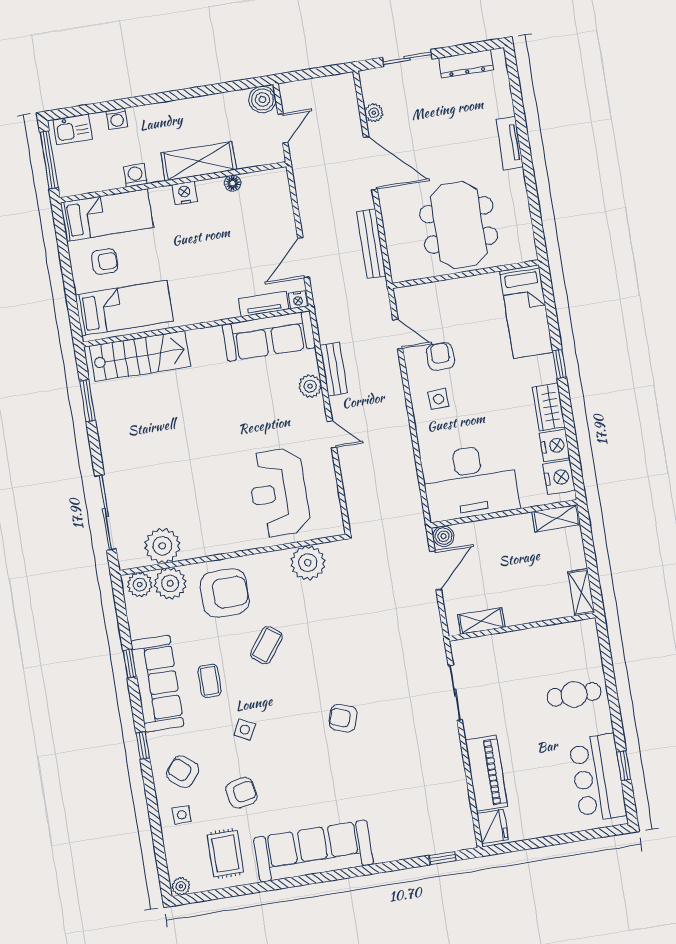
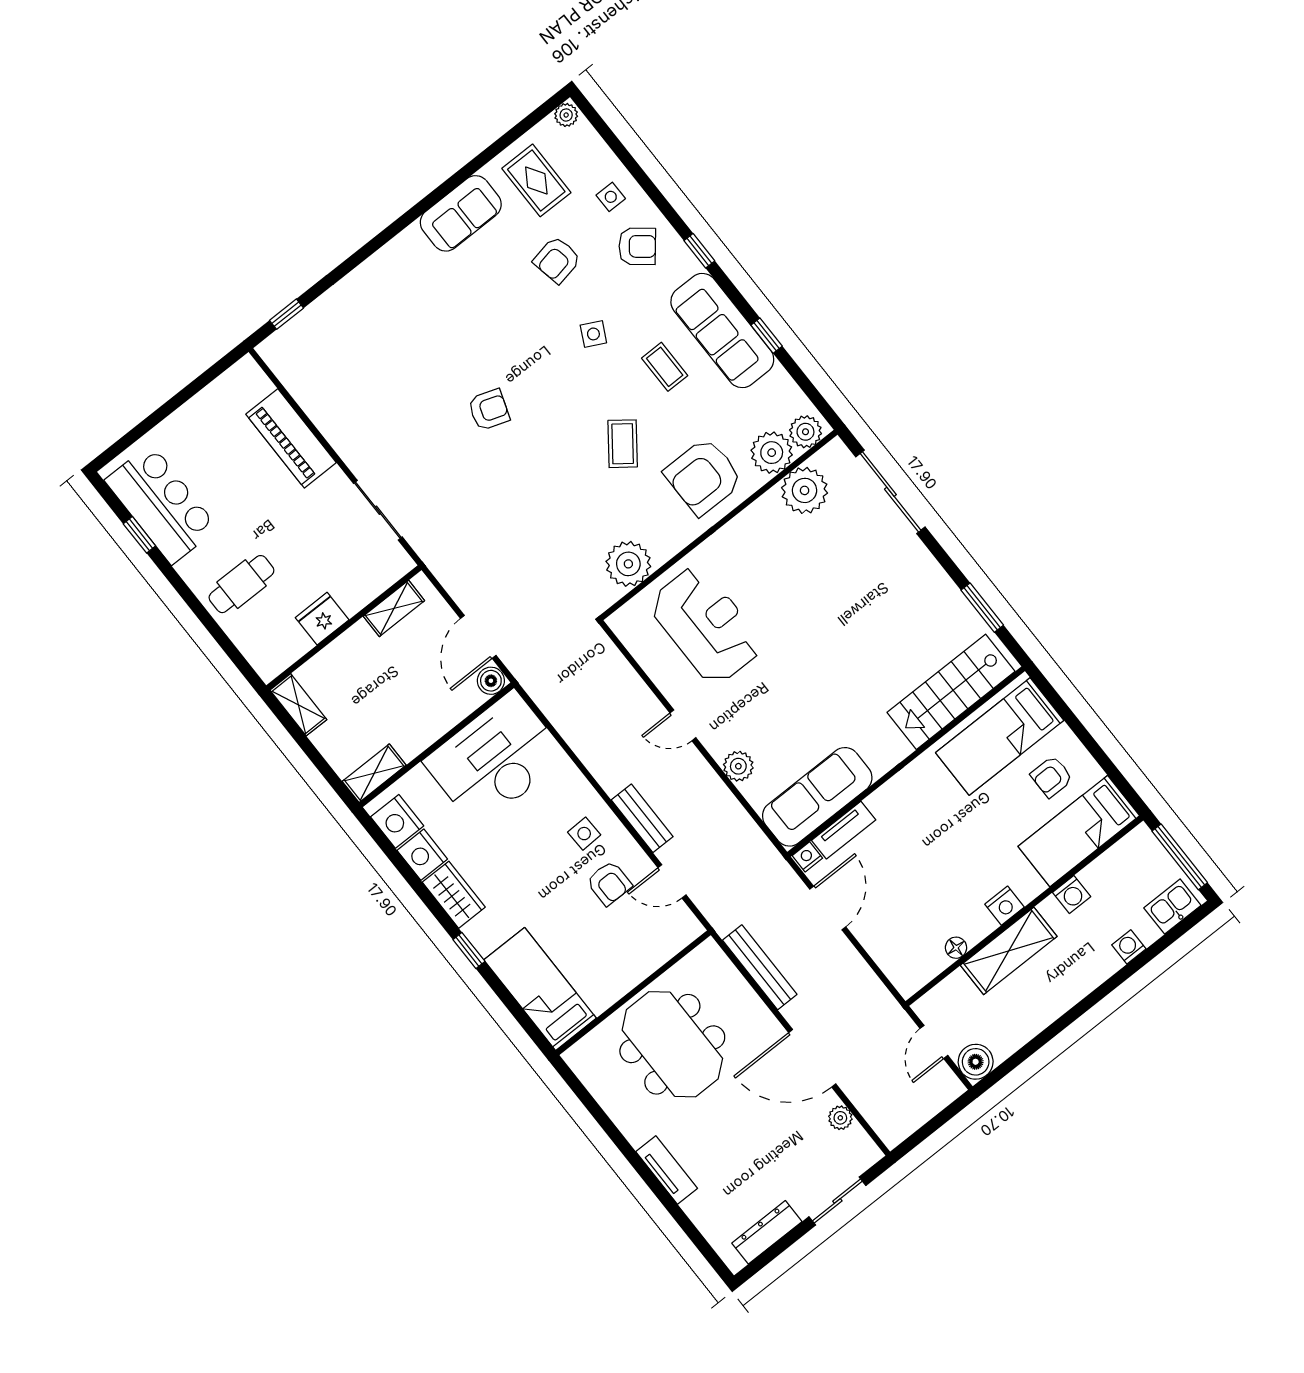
bench: (334, 369) -> (642, 818), moved
fridge: (493, 827) -> (322, 619), moved, turned 90
sofa: (314, 851) -> (461, 213), width x0.54, depth x0.79

